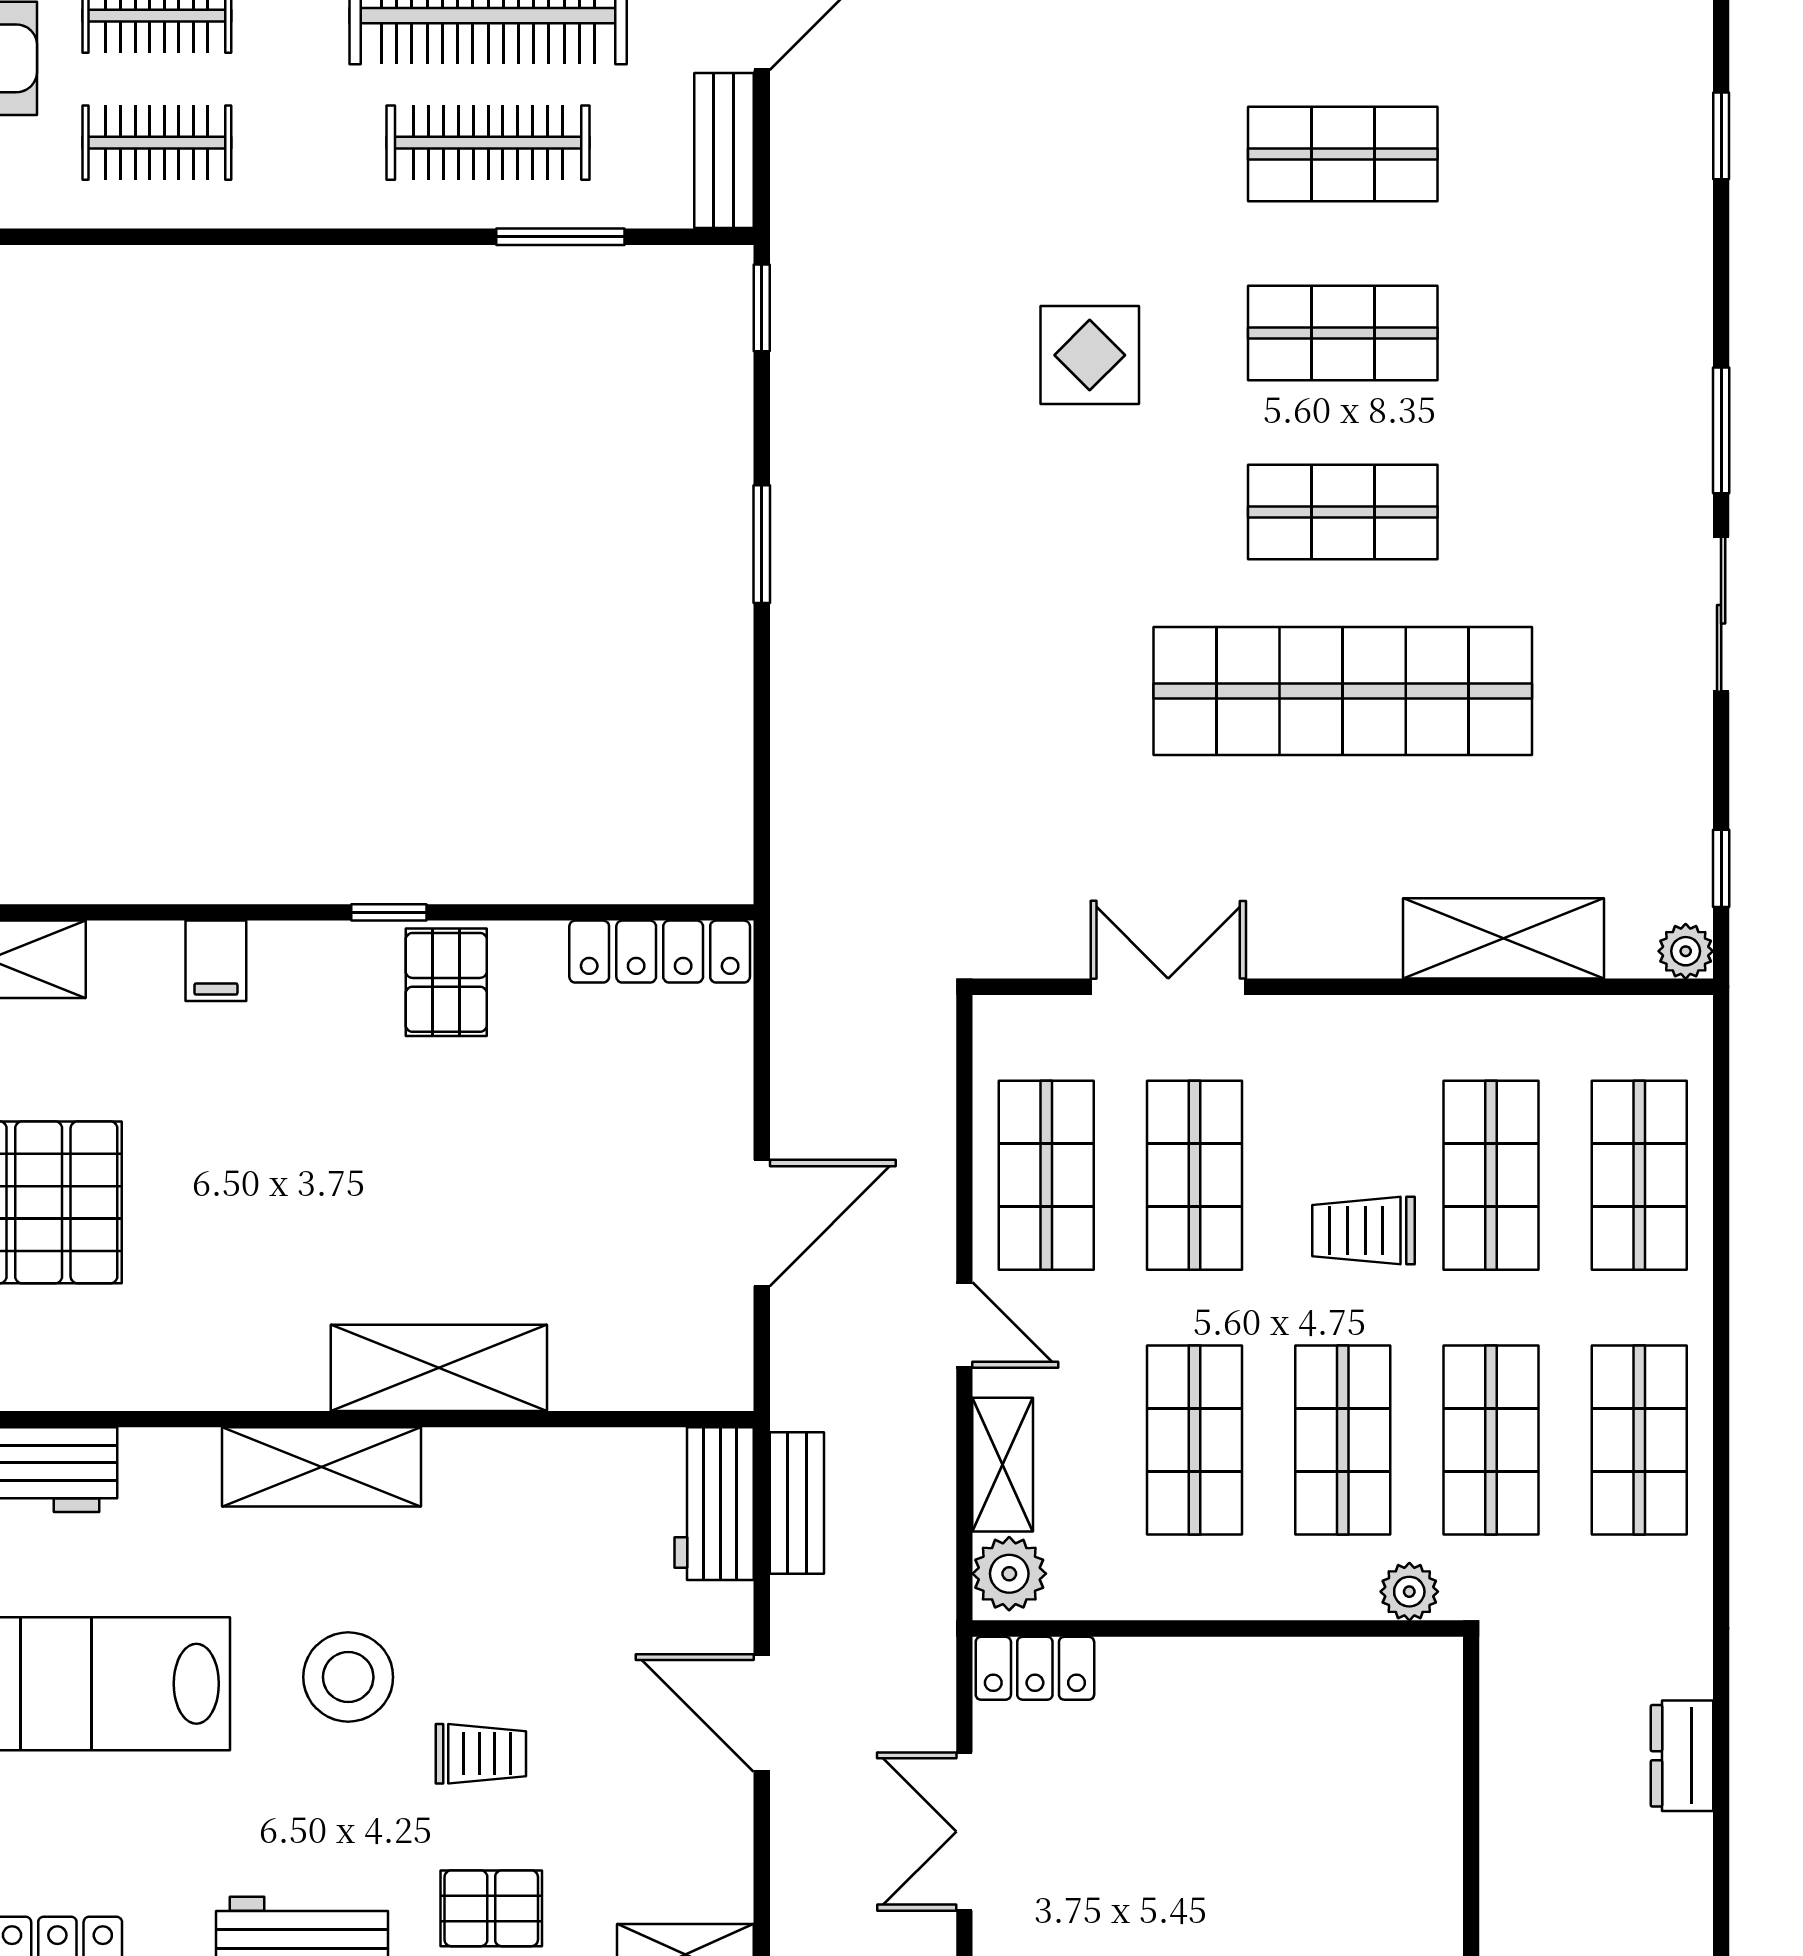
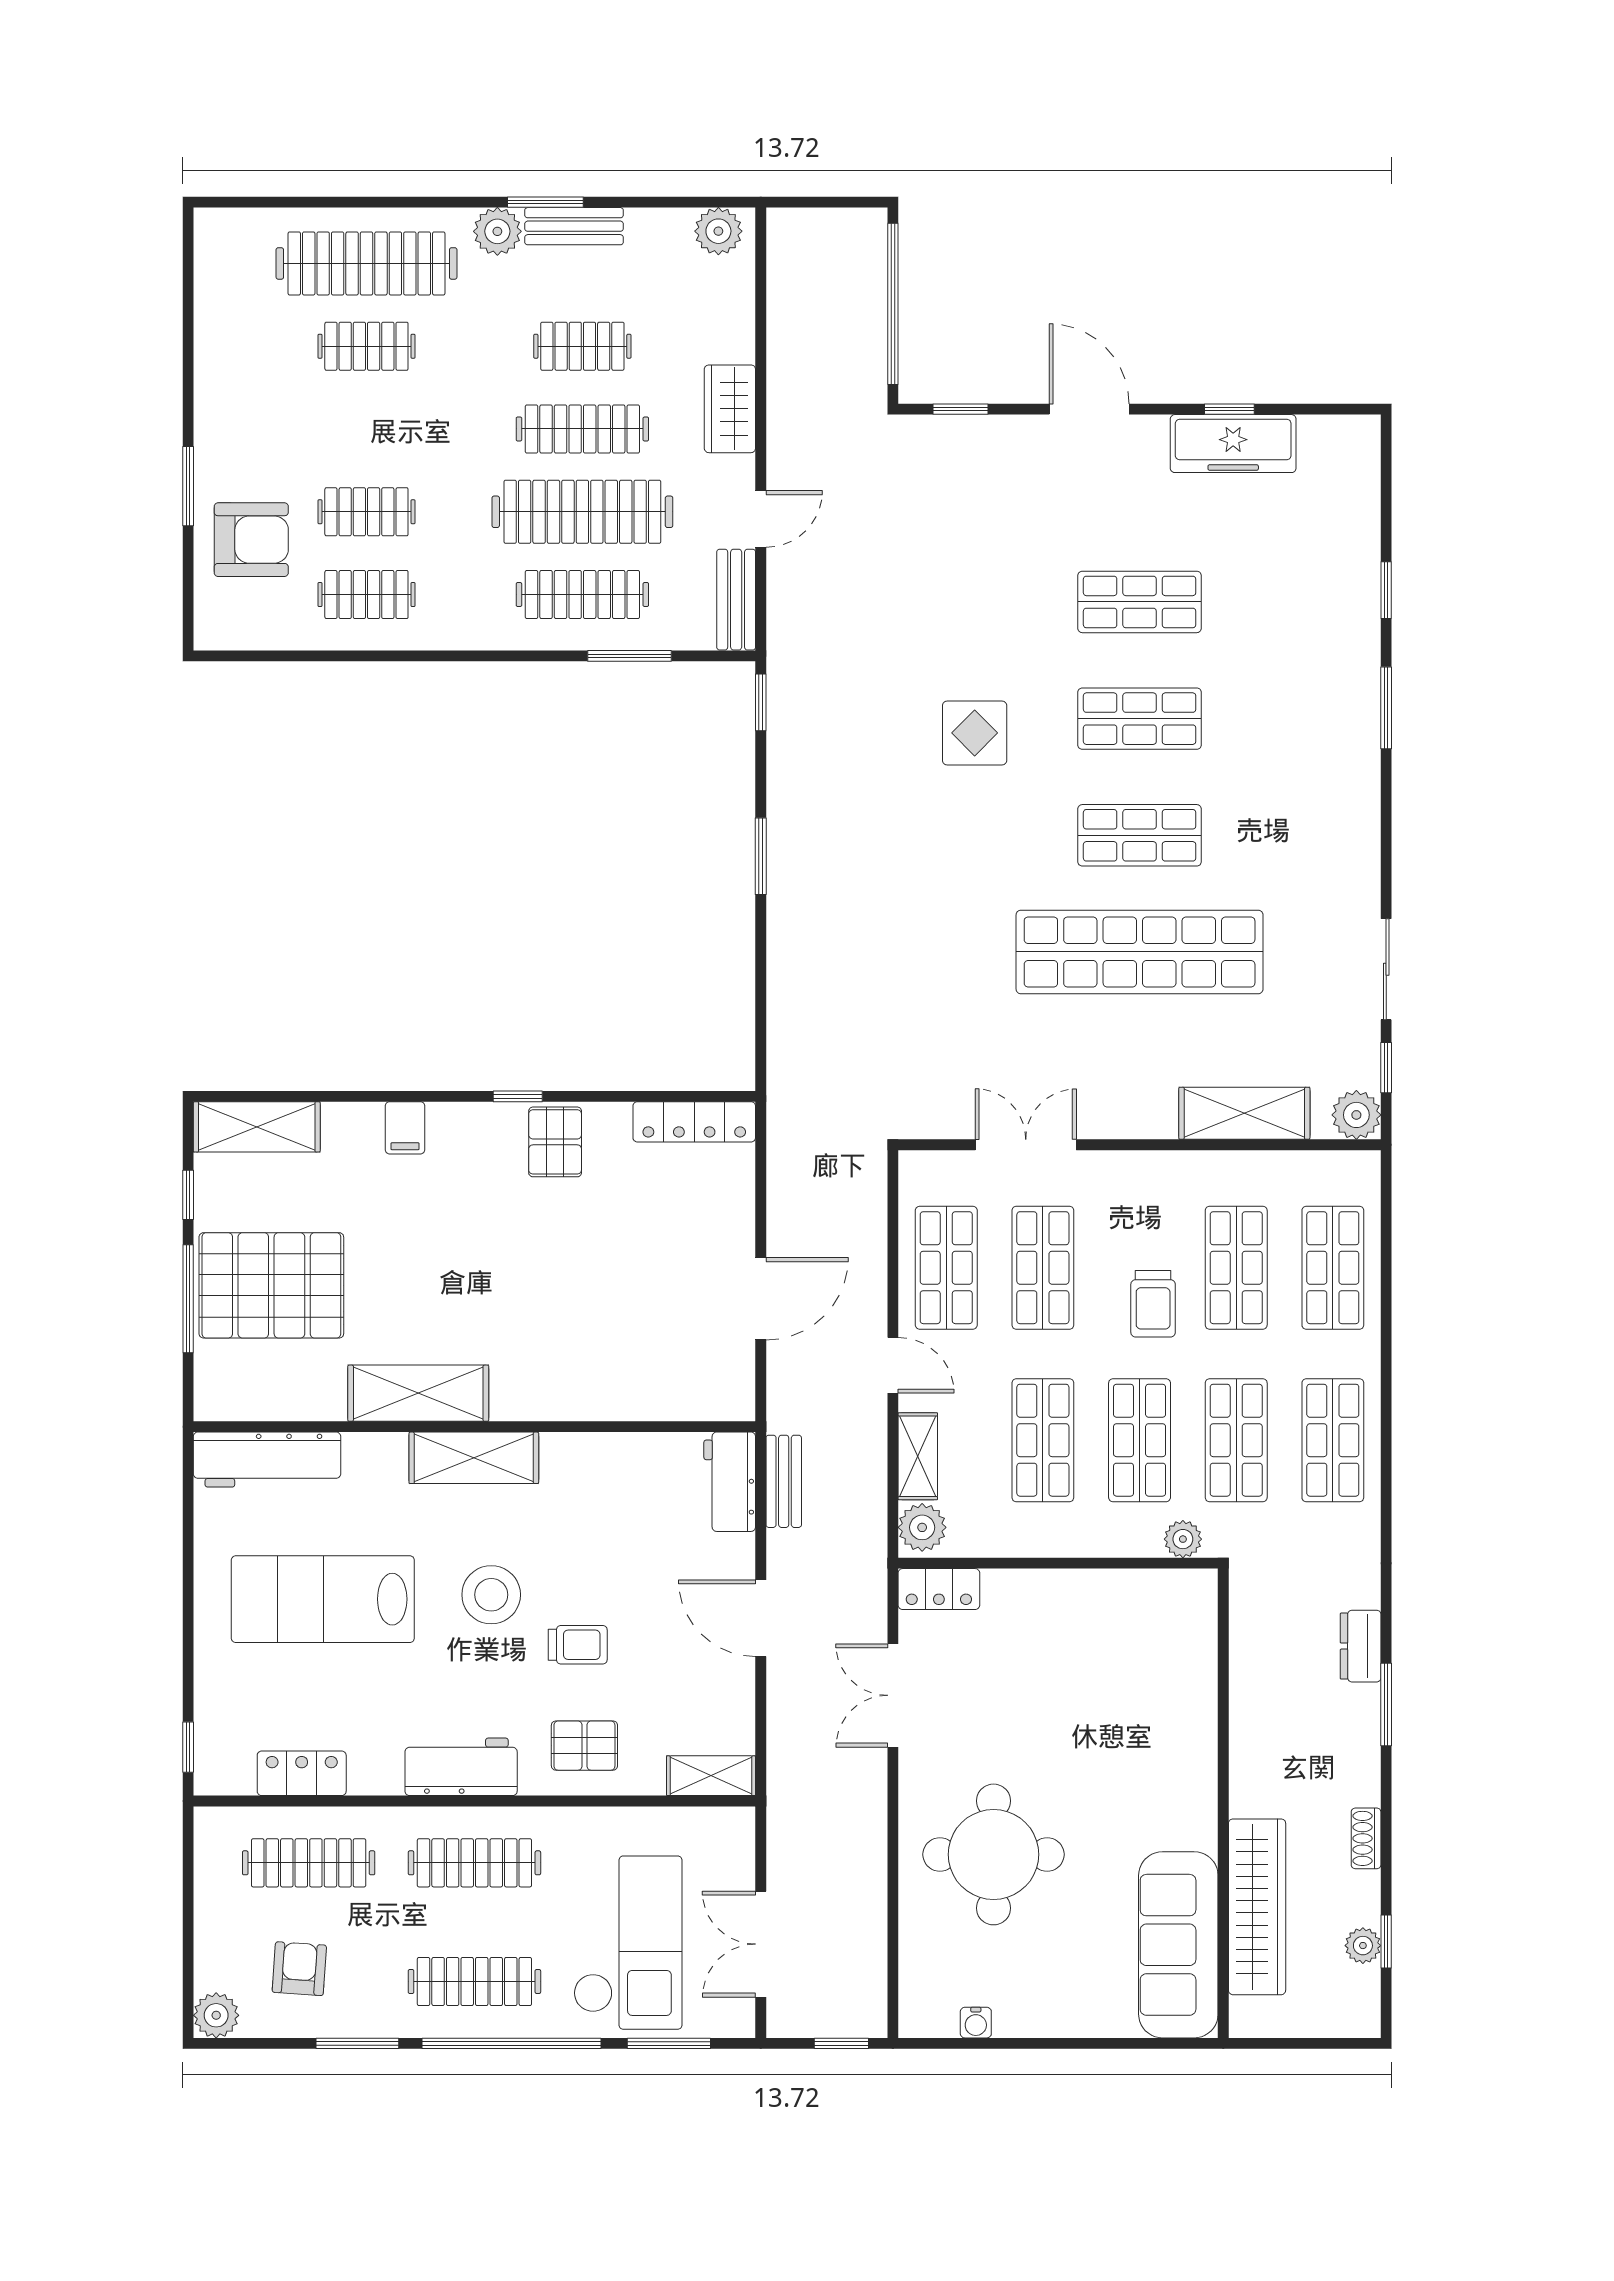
window: (1721, 430) -> (1386, 708), moved
sliding door: (1721, 614) -> (1386, 969), moved
plant: (1686, 951) -> (1356, 1115), width x1.38, depth x1.38
trolley: (1363, 1231) -> (1153, 1304), turned -90
shelving: (439, 1368) -> (418, 1393), moved
window: (1721, 1845) -> (1386, 1704), added

